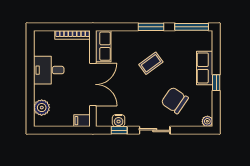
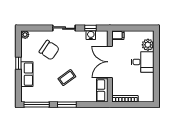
desk: (49, 70) -> (143, 62), moved

